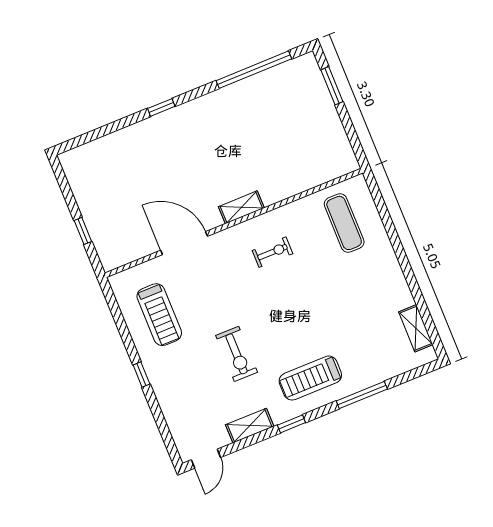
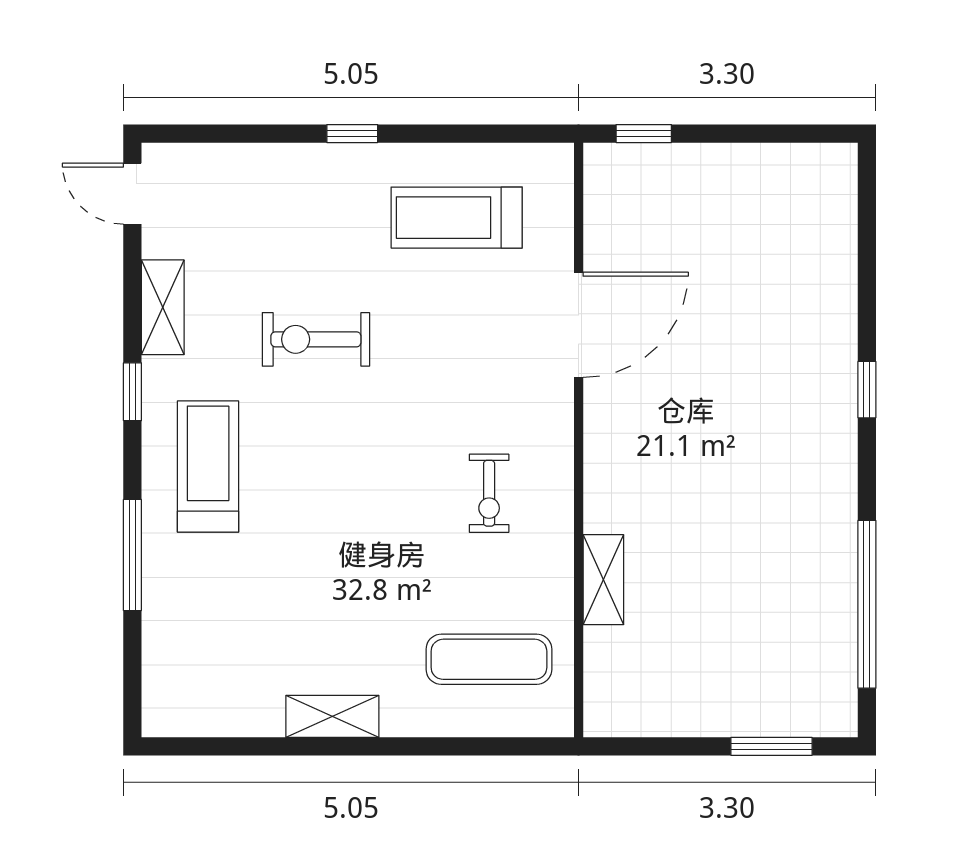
shelving: (241, 207) -> (603, 580), moved
window: (83, 231) -> (644, 134), moved
shelving: (416, 328) -> (332, 716), moved

